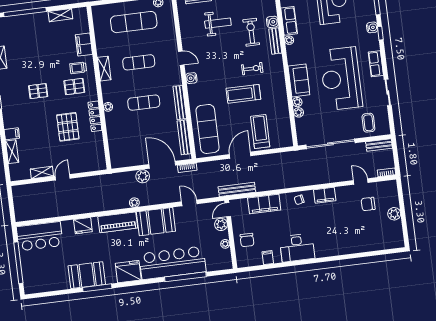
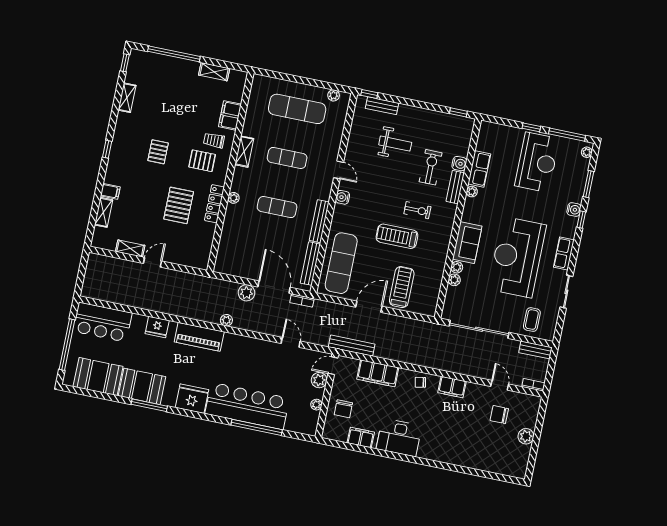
pallet: (38, 91) -> (158, 152), turned 90
booth: (156, 222) -> (98, 377), moved
filing cabinet: (268, 258) -> (361, 437), width x2.00

